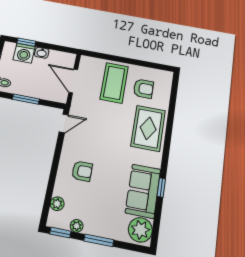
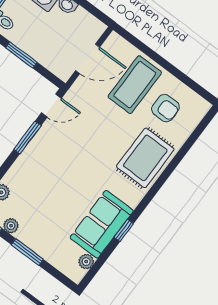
door: (73, 81) -> (88, 59), swing flipped
window: (57, 154) -> (27, 137), added
armchair: (82, 171) -> (46, 170), removed
plant: (140, 230) -> (86, 262), width x0.53, depth x0.53

